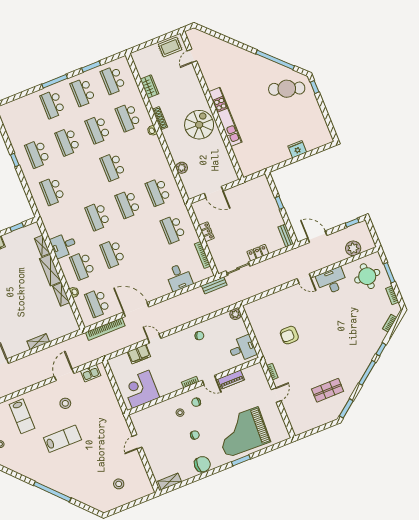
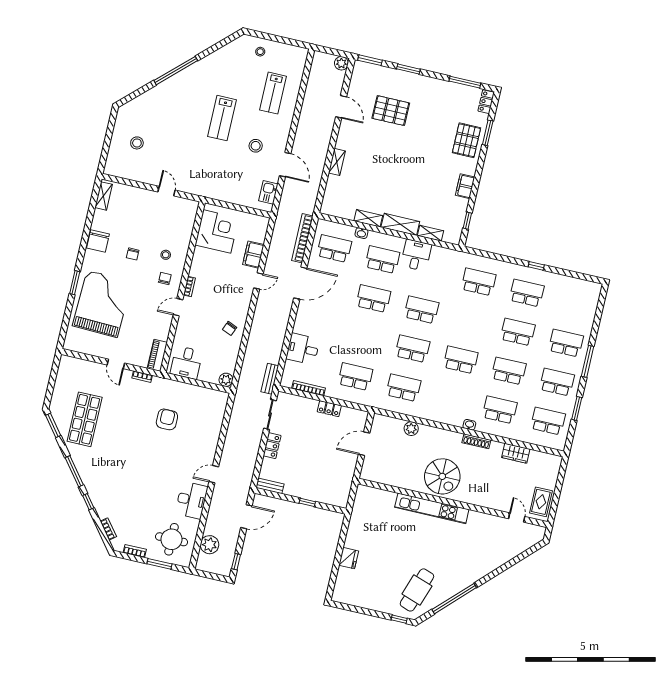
piano: (231, 379) -> (157, 355), moved
shop shelf: (328, 390) -> (85, 419), width x1.43, depth x1.36
lab bench: (22, 416) -> (273, 93), turned -90

